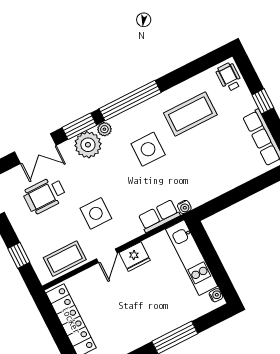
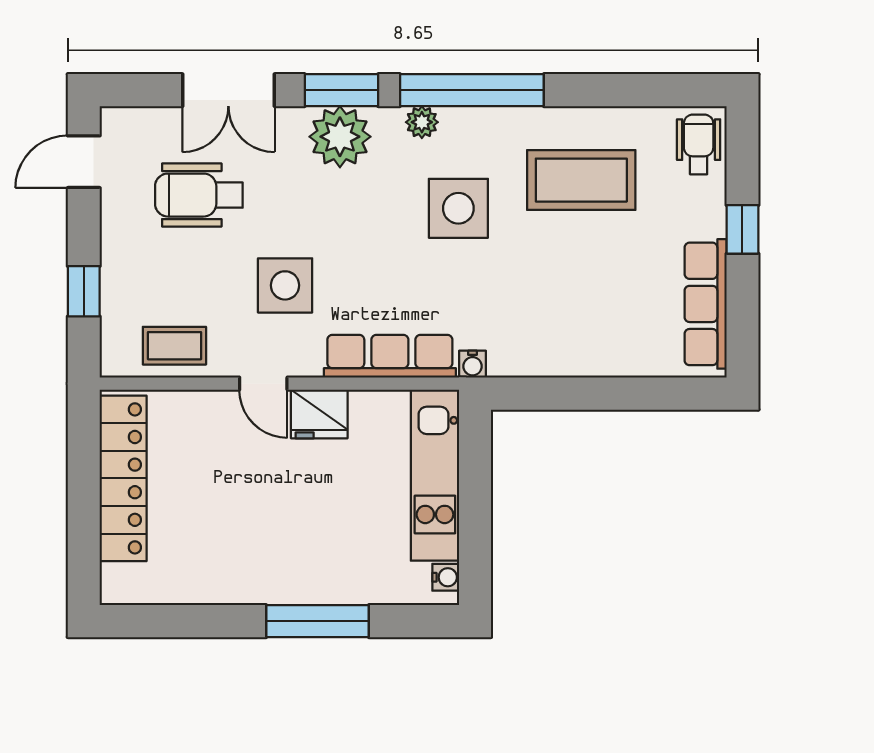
plant: (104, 129) -> (422, 122), moved
row of seats: (159, 216) -> (390, 356), width x1.48
door: (107, 256) -> (263, 384), hinge flipped
coffee table: (65, 259) -> (174, 346), width x0.73, depth x0.77

